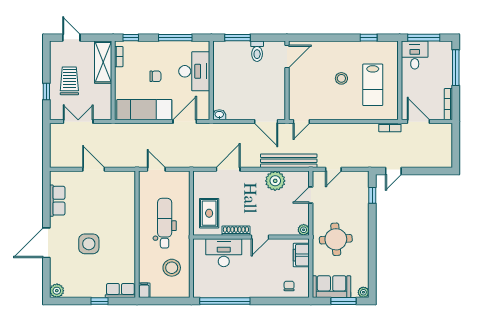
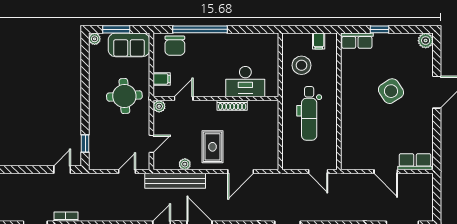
plant: (275, 181) -> (185, 164), width x0.53, depth x0.53
row of seats: (57, 201) -> (415, 162), moved, turned 90
rug: (209, 213) -> (212, 147), moved
door: (260, 237) -> (184, 98), moved
side table: (89, 244) -> (391, 91), turned -33
filing cabinet: (301, 255) -> (162, 79), width x0.50
chair: (289, 286) -> (175, 46), width x1.87, depth x1.87
filing cabinet: (144, 290) -> (319, 41), moved
window: (225, 301) -> (200, 29), moved

